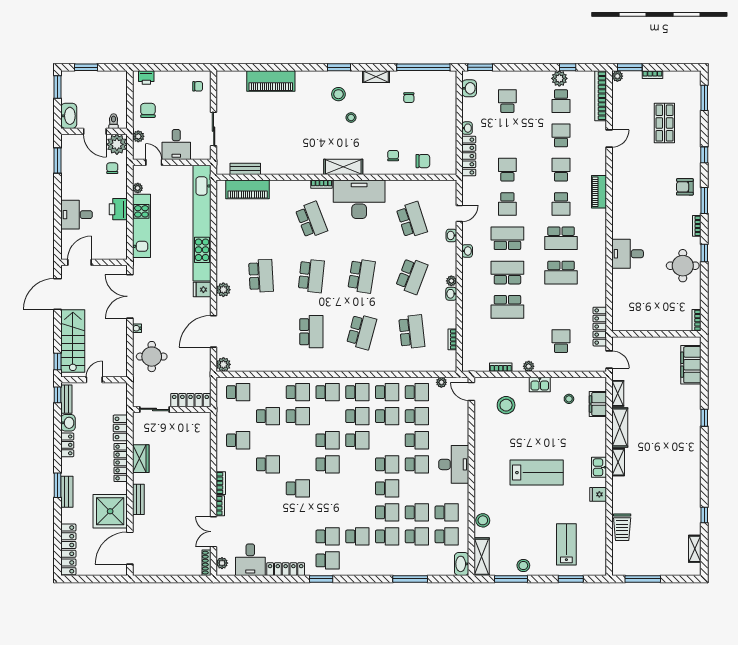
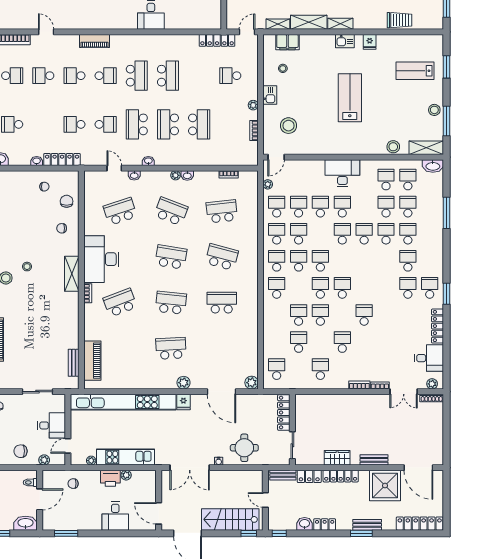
chair: (409, 98) -> (44, 187), moved
plant: (117, 144) -> (126, 475), moved, width x0.53, depth x0.53
school desk: (298, 392) -> (320, 315), moved
bench: (66, 399) -> (283, 475), moved

